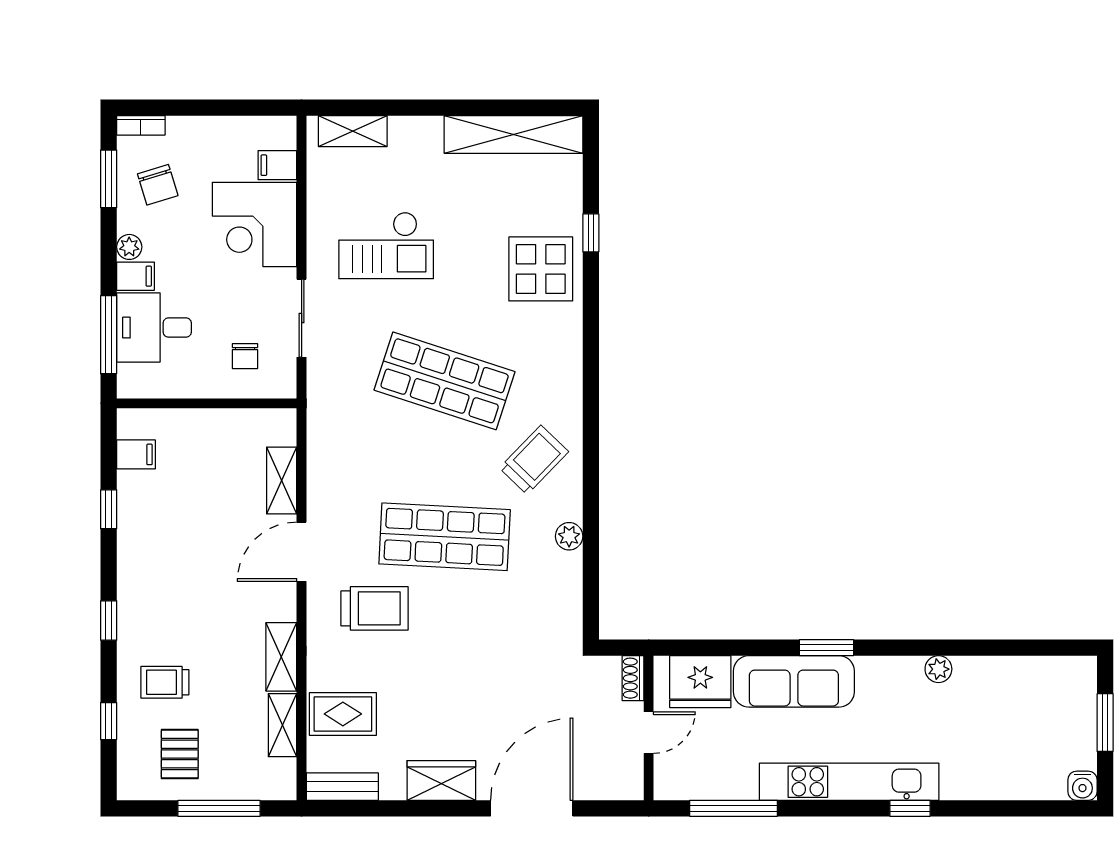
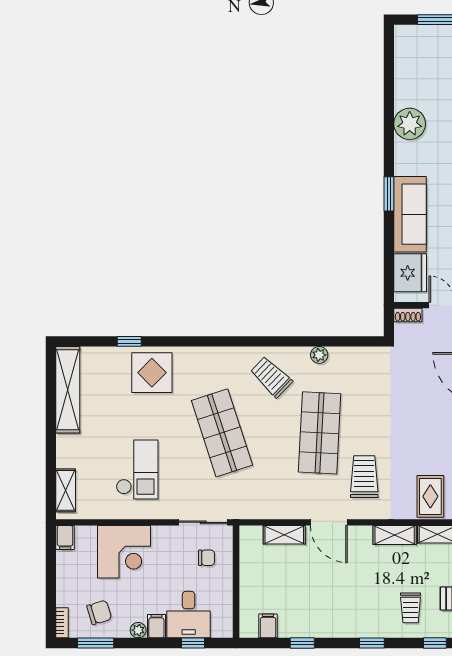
filing cabinet: (277, 165) -> (65, 537), moved
sliding door: (302, 318) -> (203, 522), moved
window: (109, 335) -> (193, 643), width x0.46
shop shelf: (445, 381) -> (222, 433), turned -36
plant: (938, 669) -> (410, 124), width x1.88, depth x1.88

